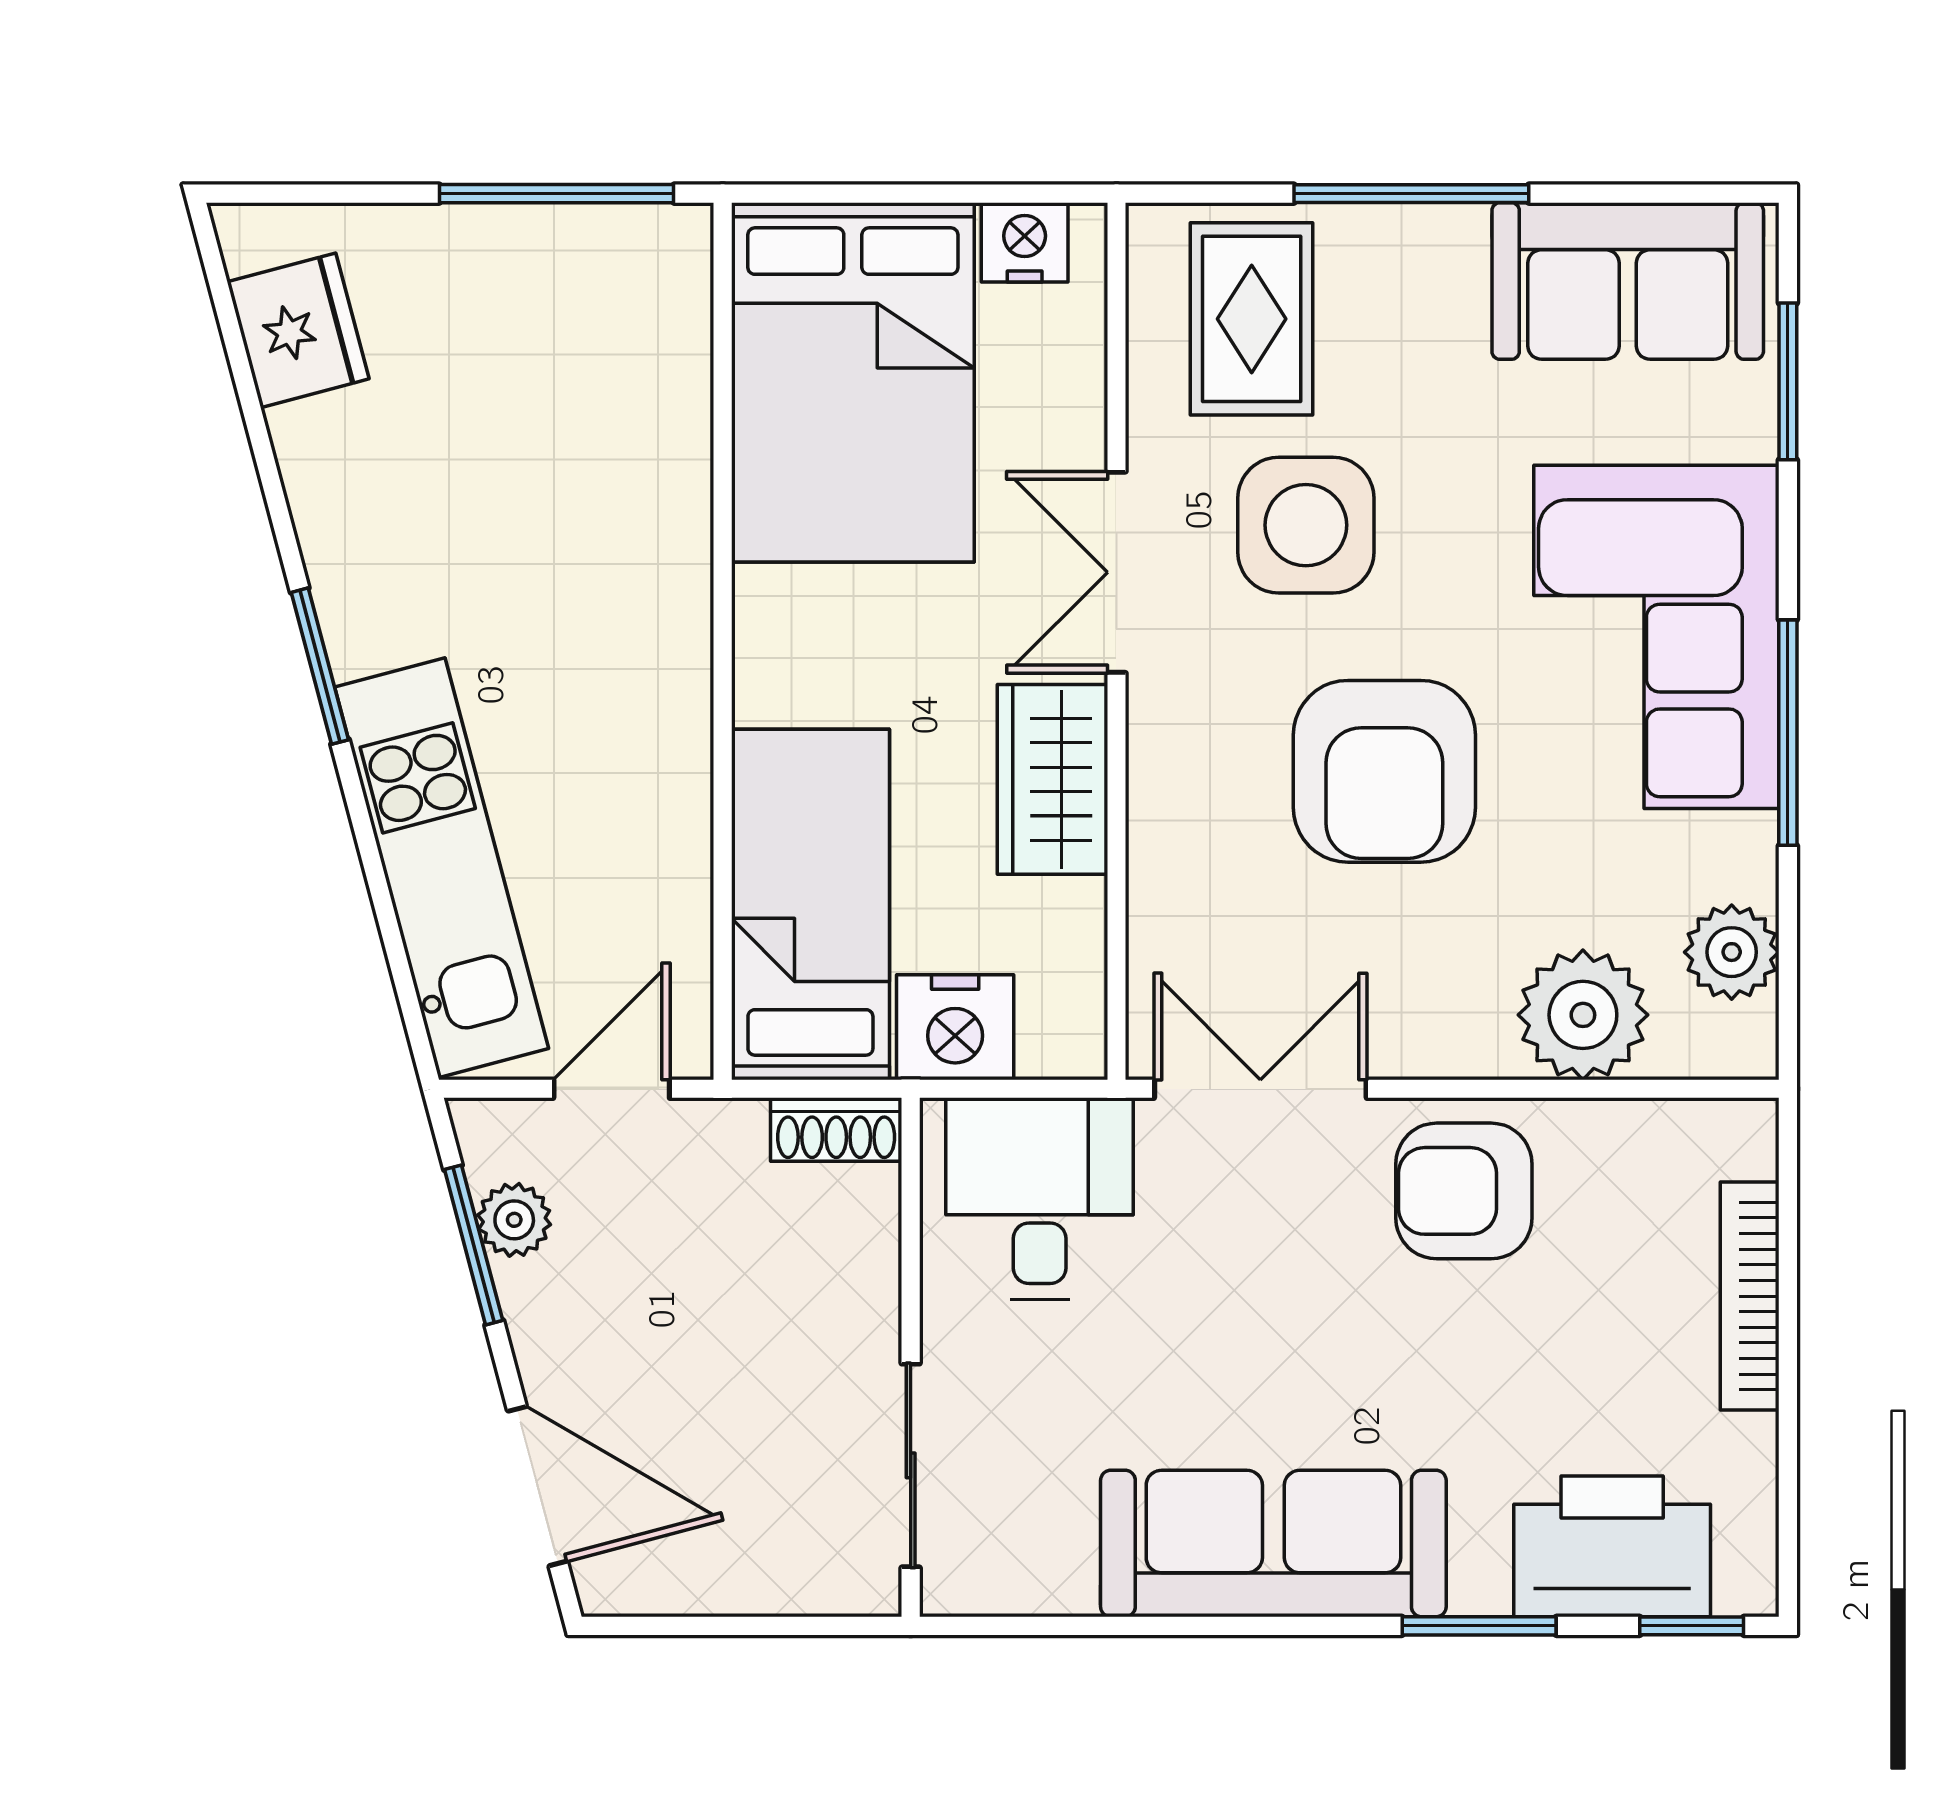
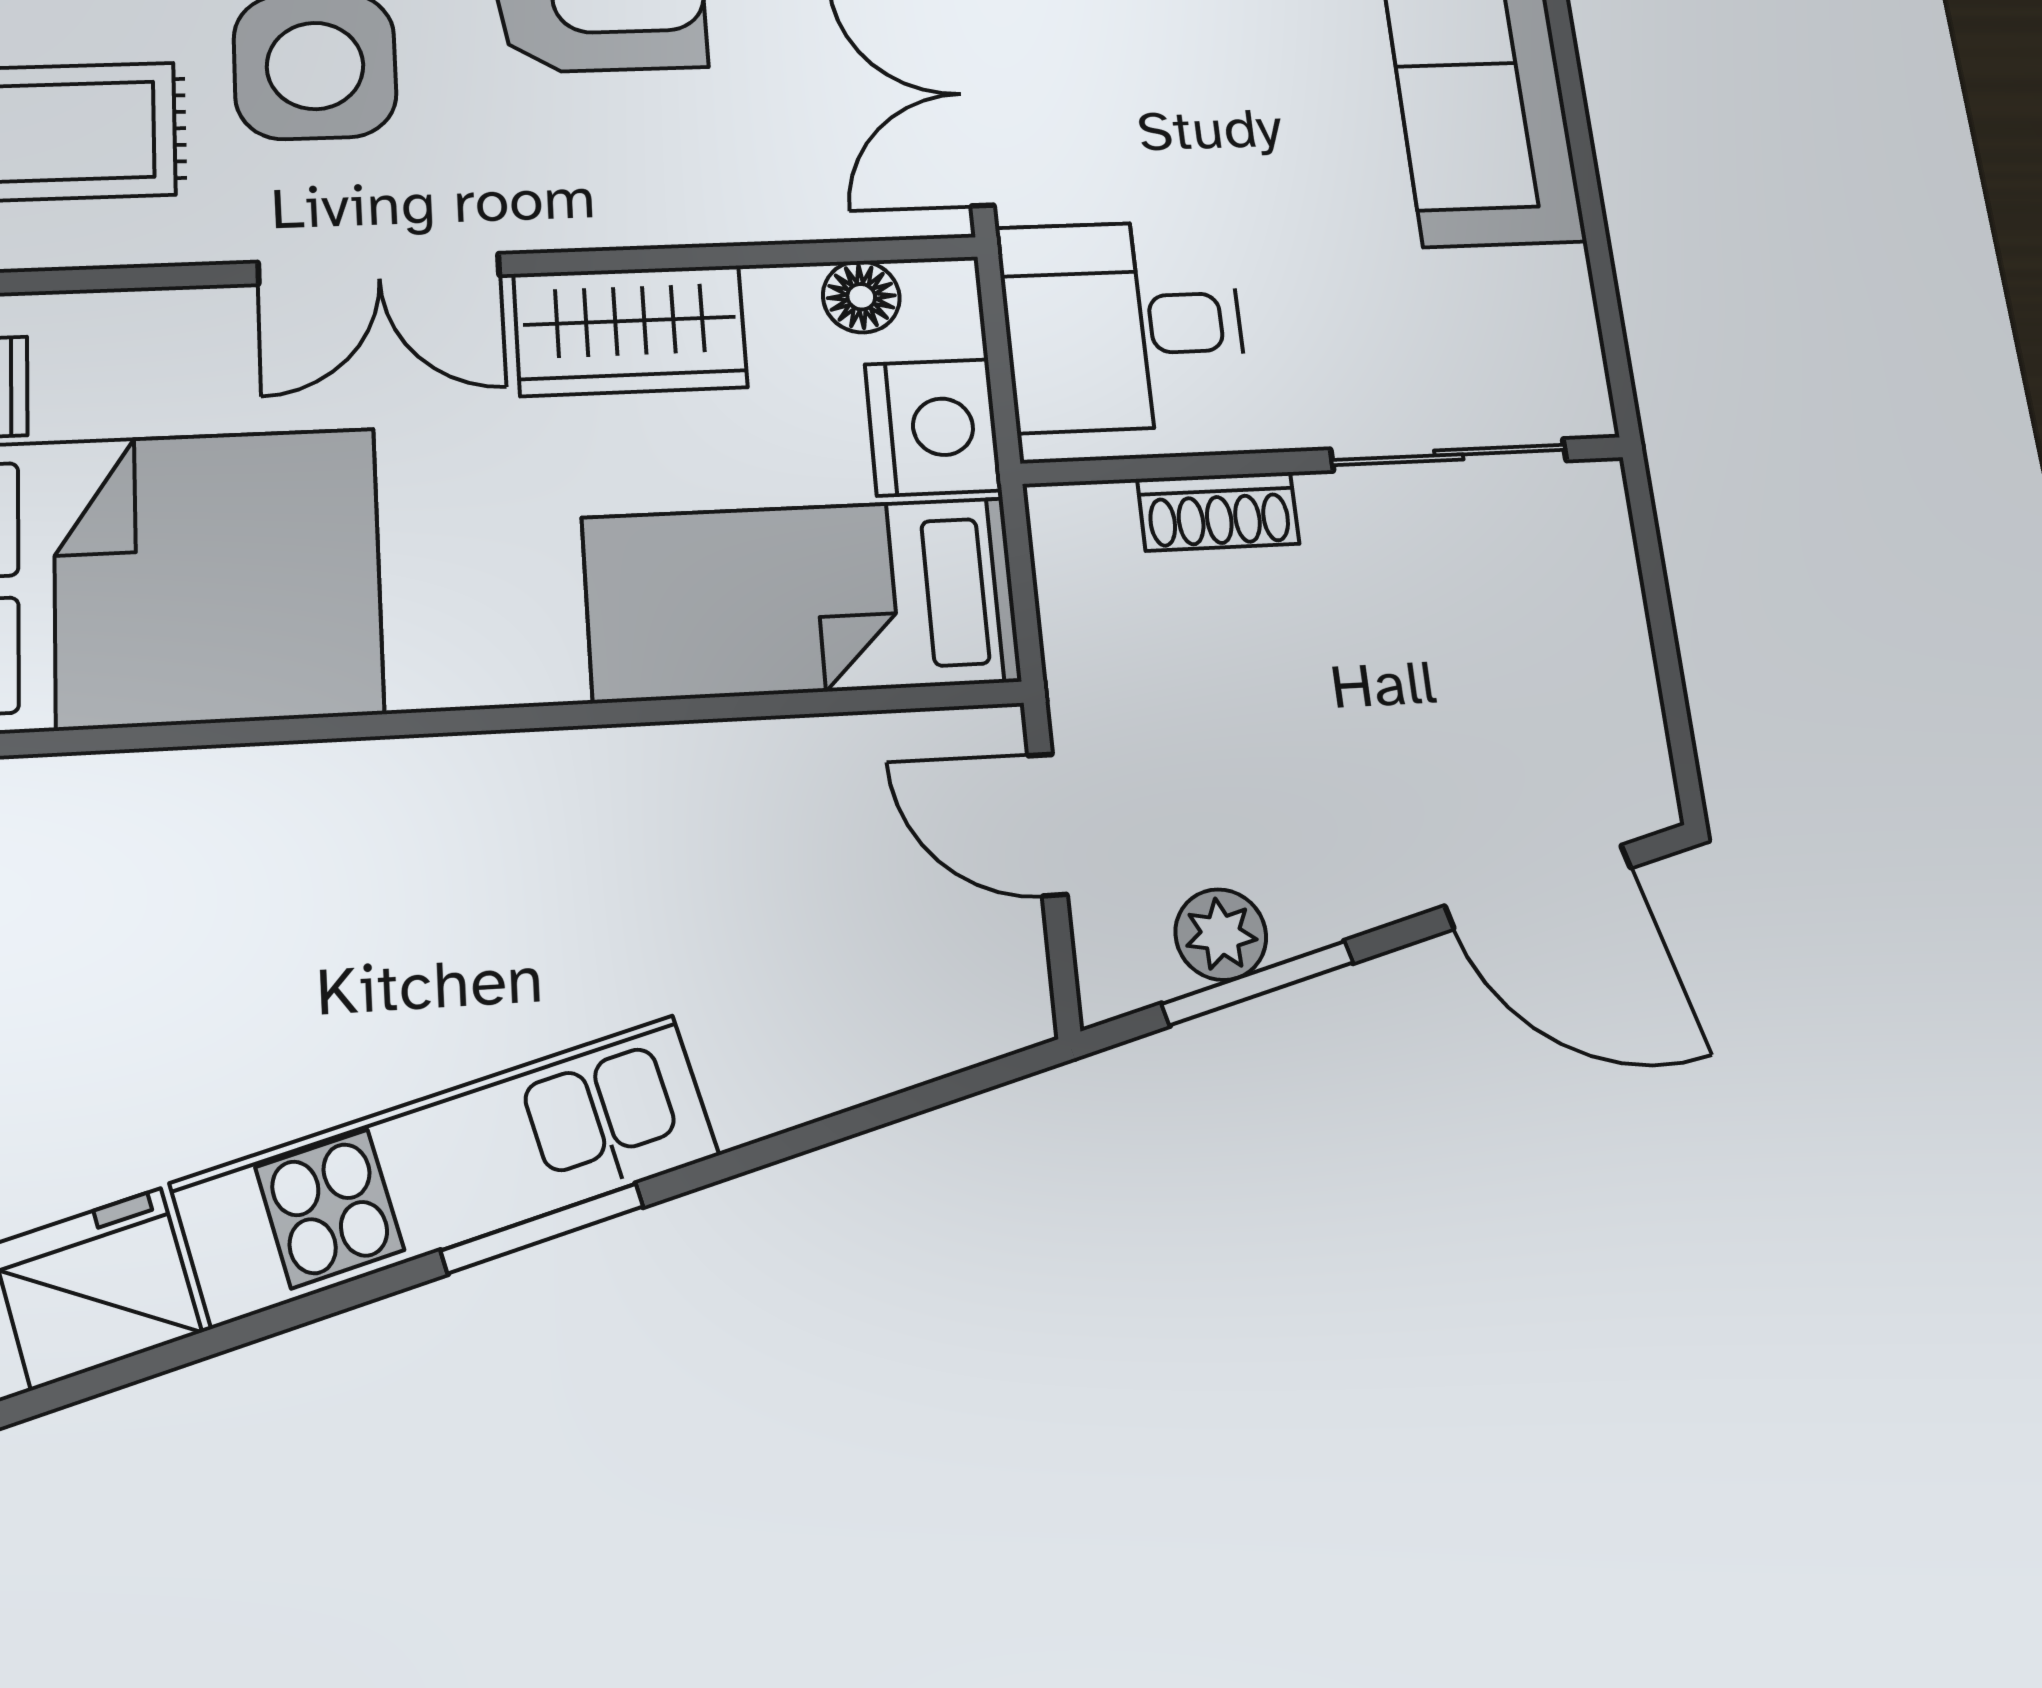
kitchen unit: (442, 868) -> (447, 1169), moved
floor lamp: (1075, 977) -> (861, 297), added
shoe rack: (836, 1130) -> (1218, 511), moved, turned 90
door: (538, 1486) -> (1538, 887), swing flipped

